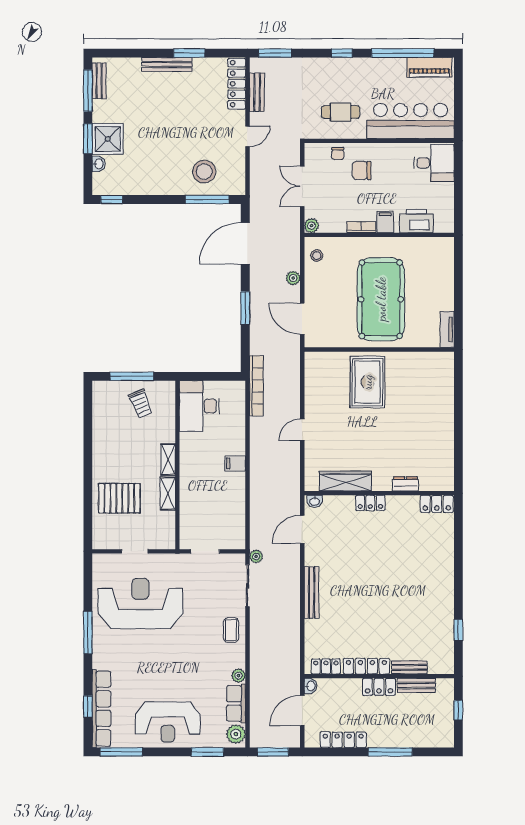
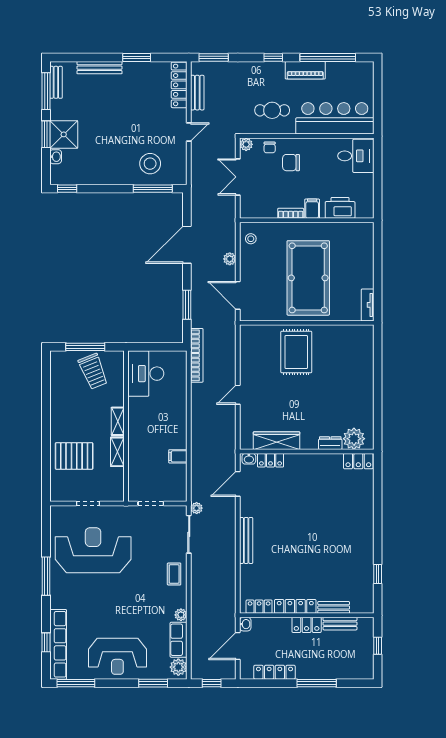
bench: (167, 64) -> (99, 68), moved
piano: (429, 67) -> (305, 70), moved
plant: (311, 226) -> (246, 144), moved
door: (245, 243) -> (187, 245), moved
window: (245, 308) -> (187, 305), moved
trolley: (141, 404) -> (93, 371), width x1.36, depth x1.39
filing cabinet: (235, 463) -> (178, 456), moved
plant: (432, 479) -> (354, 439), added
locker: (370, 503) -> (271, 460), moved
window: (273, 752) -> (212, 683), width x0.67

